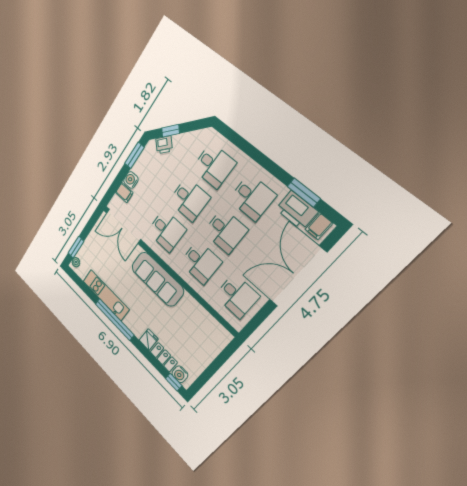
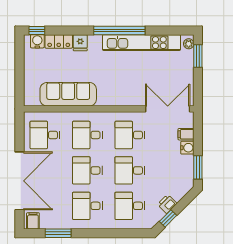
window: (171, 131) -> (168, 218), moved
printer: (164, 145) -> (167, 204), moved
printer: (297, 210) -> (54, 220), removed
sofa: (157, 279) -> (68, 94), moved
kitchen unit: (106, 295) -> (142, 43), width x1.36

